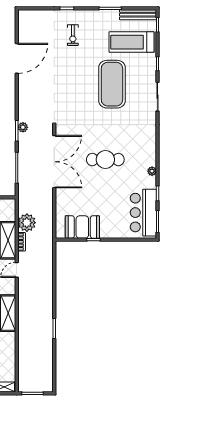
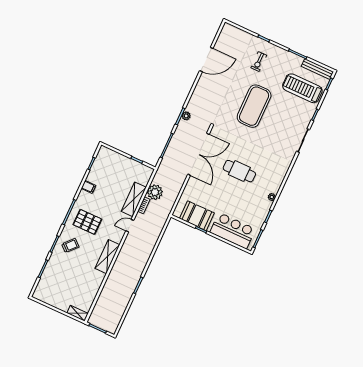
exercise mat: (112, 84) -> (254, 106), moved
bar counter: (143, 213) -> (233, 231), moved, turned 90

